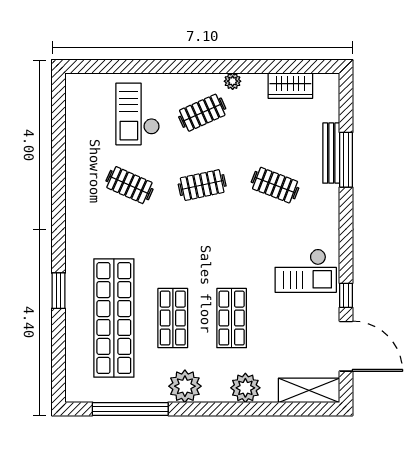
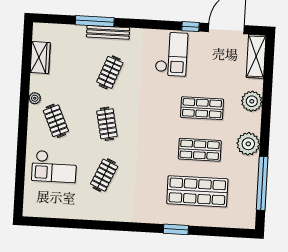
bench: (331, 153) -> (108, 32), moved
shop shelf: (114, 318) -> (197, 191), width x0.71

